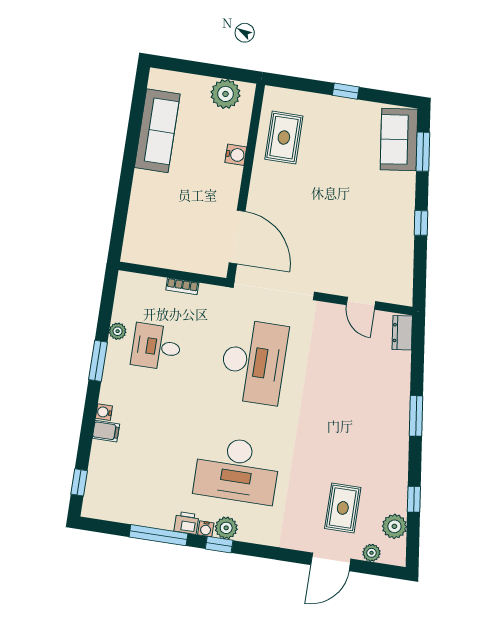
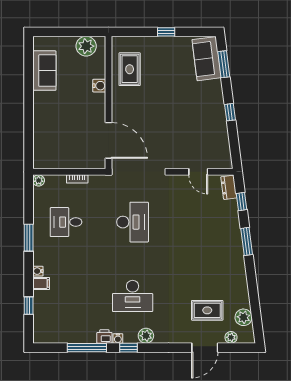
sofa: (157, 131) -> (44, 71), width x0.73
plant: (118, 331) -> (39, 180), moved
desk: (254, 362) -> (133, 222), width x0.73, depth x0.77
desk: (237, 470) -> (133, 296), width x0.73, depth x0.77
window: (79, 482) -> (29, 306), moved
window: (414, 499) -> (241, 201), moved
rug: (343, 508) -> (207, 310), turned 90
plant: (226, 528) -> (146, 336), moved

